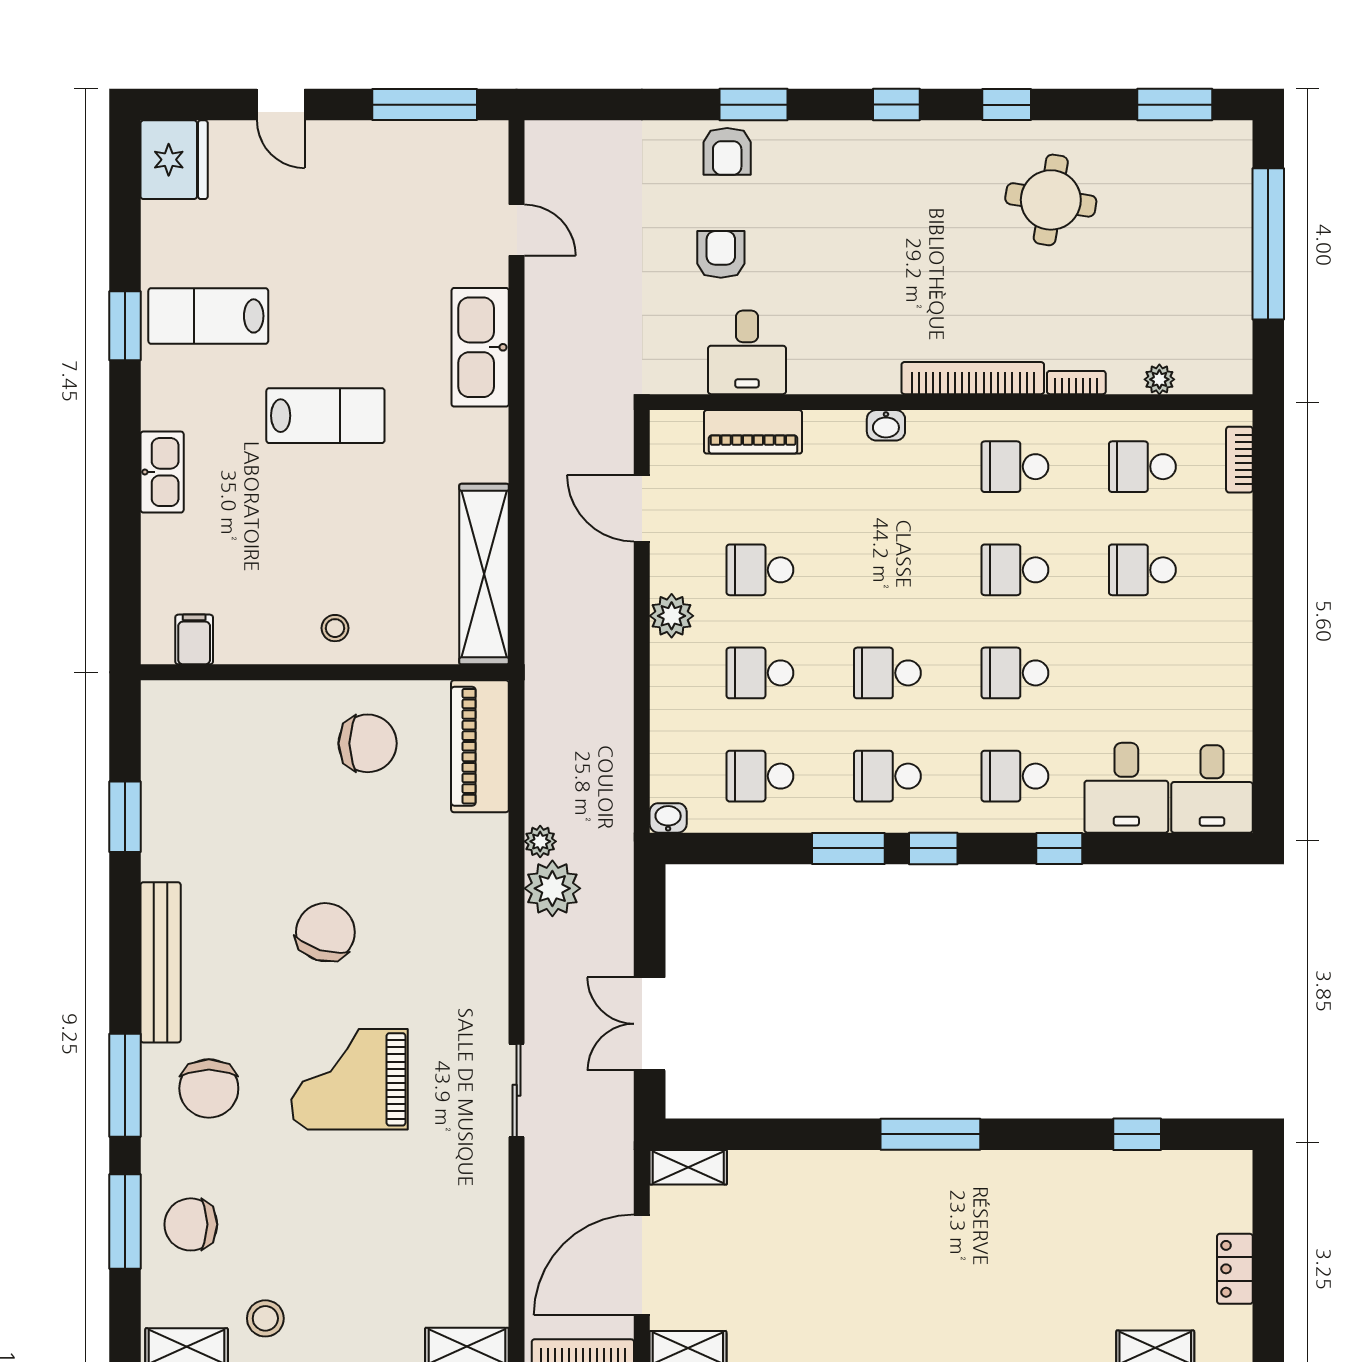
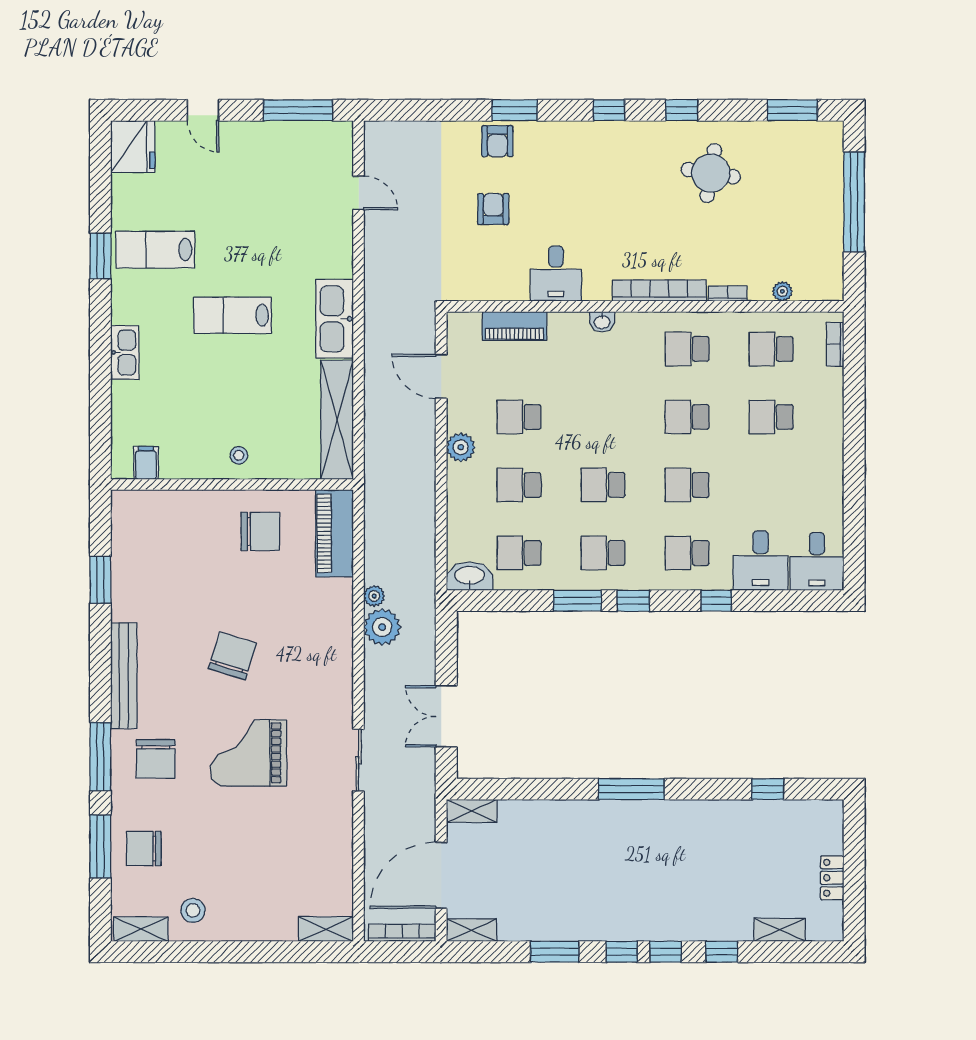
kitchen sink: (480, 347) -> (335, 319), moved
desk: (747, 352) -> (556, 274), moved
lab bench: (325, 416) -> (233, 315), turned 180
washbasin: (668, 818) -> (470, 576), width x1.91, depth x1.45

